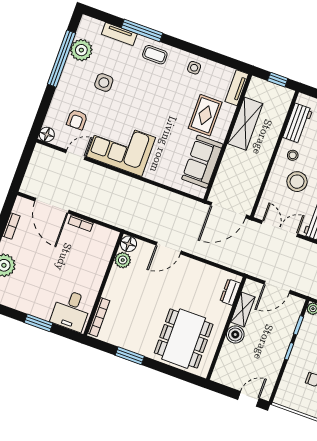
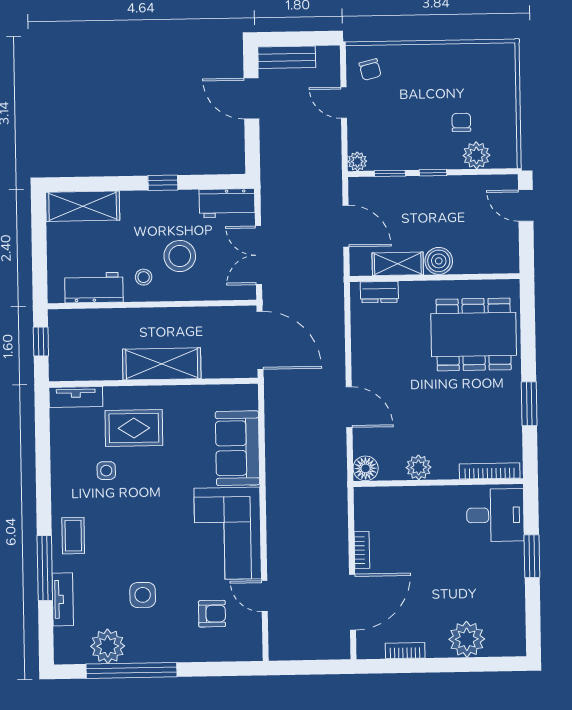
side table: (194, 68) -> (106, 471), moved
shelving: (245, 124) -> (162, 364), moved
floor lamp: (47, 135) -> (251, 649), removed
sofa: (202, 162) -> (237, 448), moved, turned 90
plant: (123, 260) -> (419, 467), moved
plant: (290, 381) -> (476, 155), added

